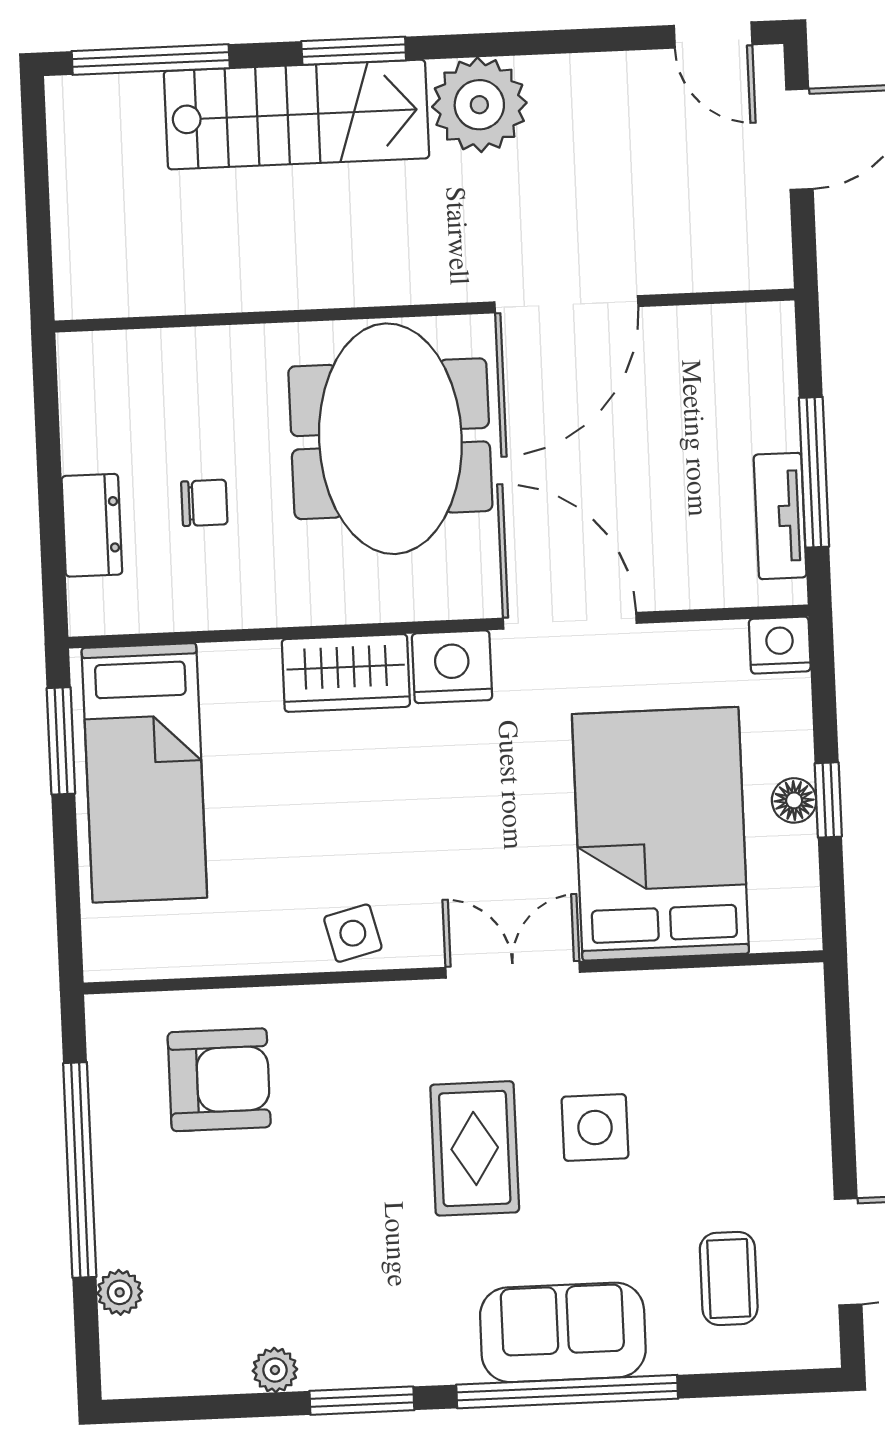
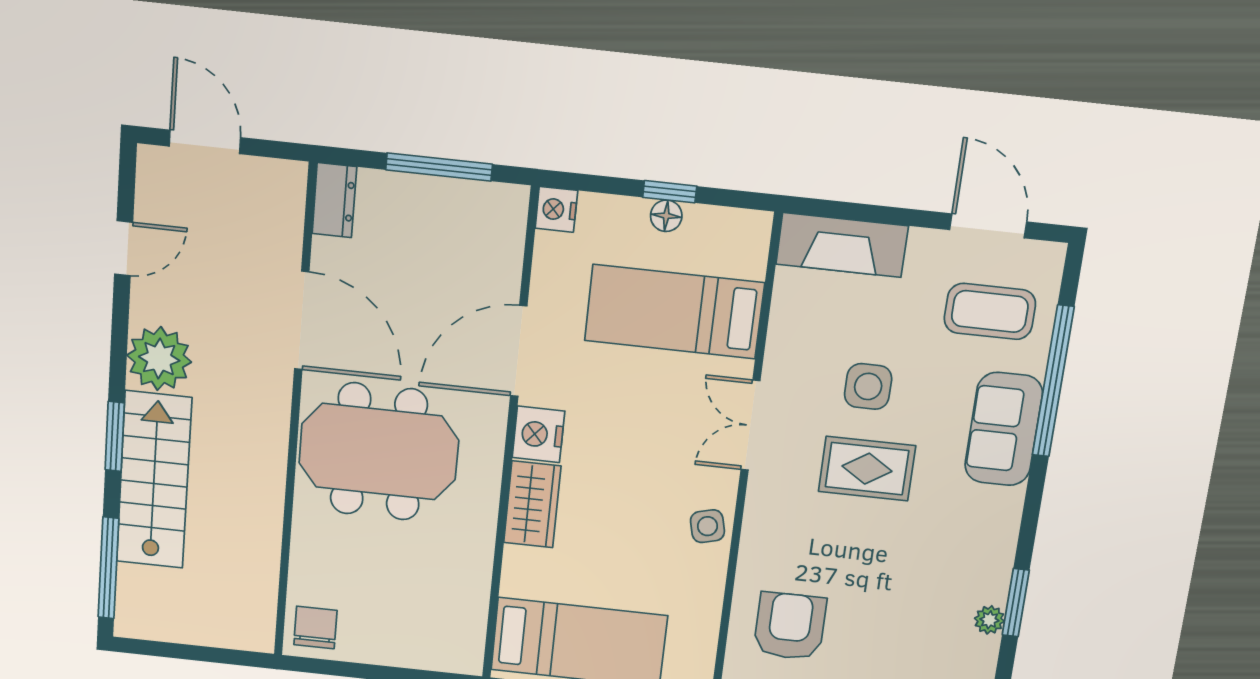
door: (713, 35) -> (124, 248), moved
chair: (204, 503) -> (315, 628), moved, width x1.37, depth x1.37
tv unit: (780, 516) -> (466, 195), removed
dresser: (92, 525) -> (334, 200), moved, turned 90
bed: (660, 834) -> (674, 312), width x0.67
fireplace: (791, 1053) -> (842, 245), added
coffee table: (729, 1278) -> (990, 311), width x1.36, depth x1.30
window: (567, 1392) -> (1053, 381), moved
window: (362, 1401) -> (1016, 603), moved

